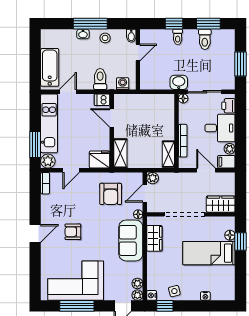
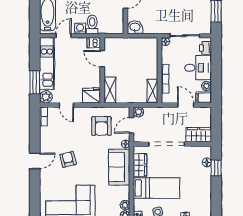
washbasin: (179, 82) -> (135, 27), moved
washing machine: (123, 84) -> (80, 28), moved
door: (71, 170) -> (66, 105), hinge flipped
armchair: (73, 232) -> (68, 159), turned 76
bed: (209, 253) -> (156, 188), moved, turned 180

